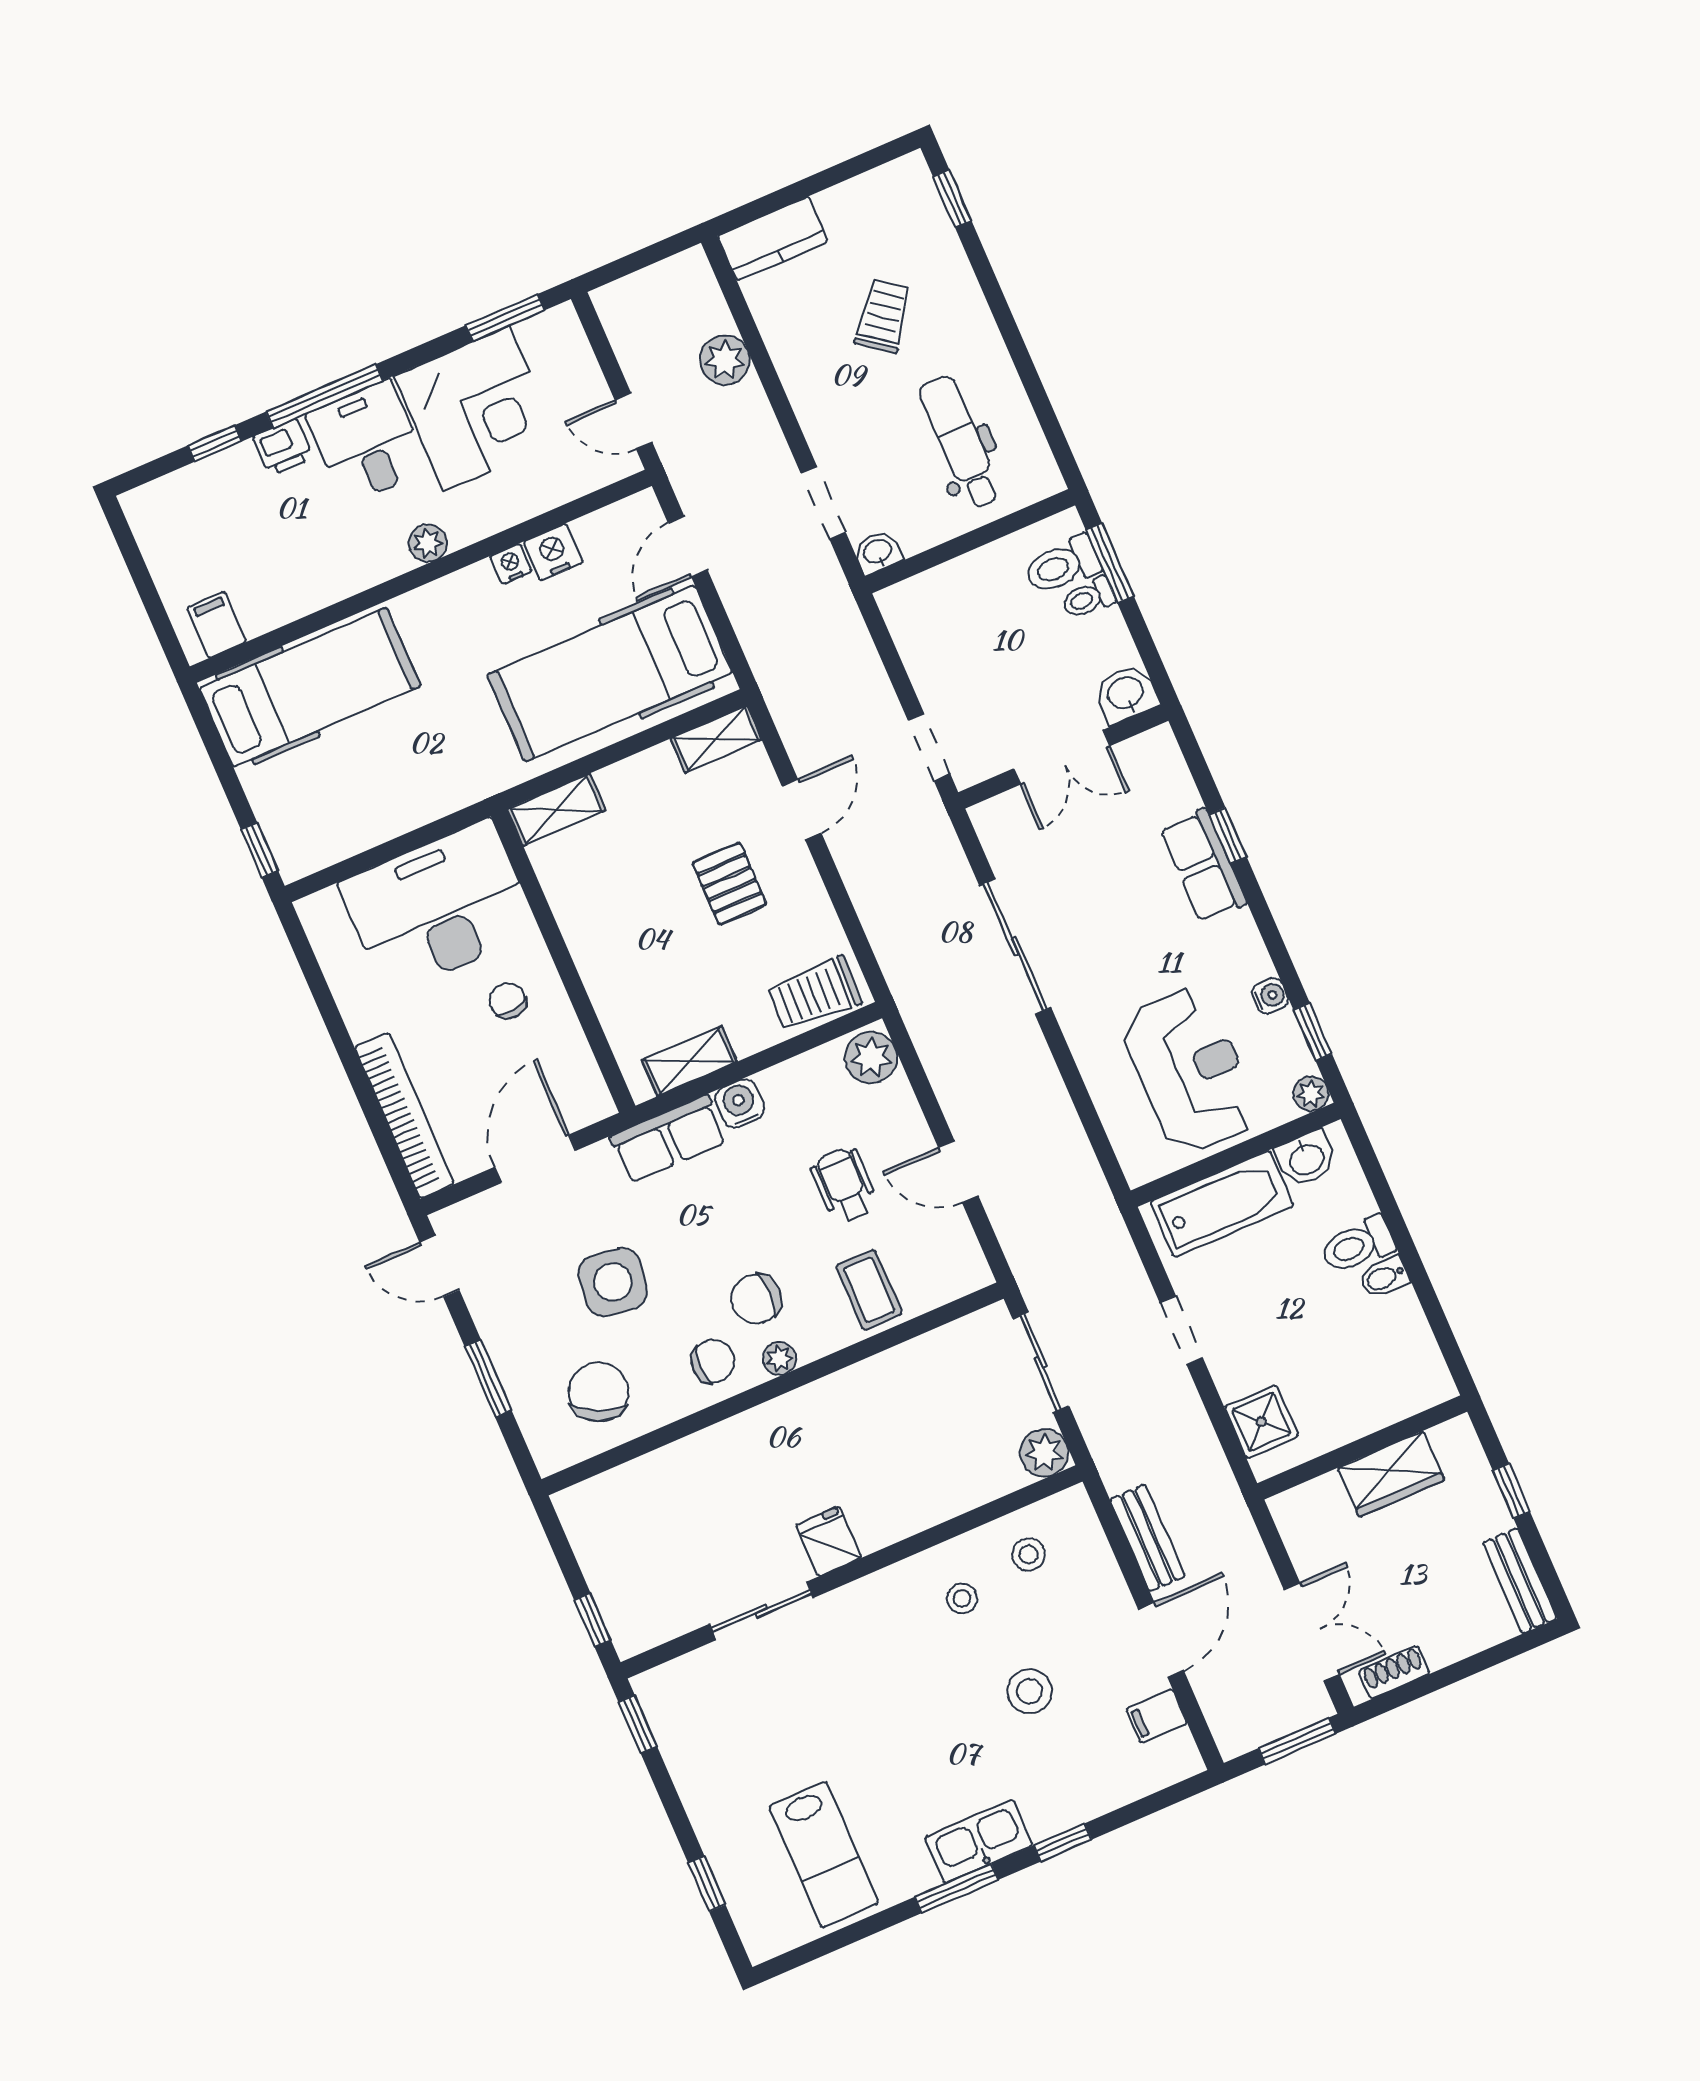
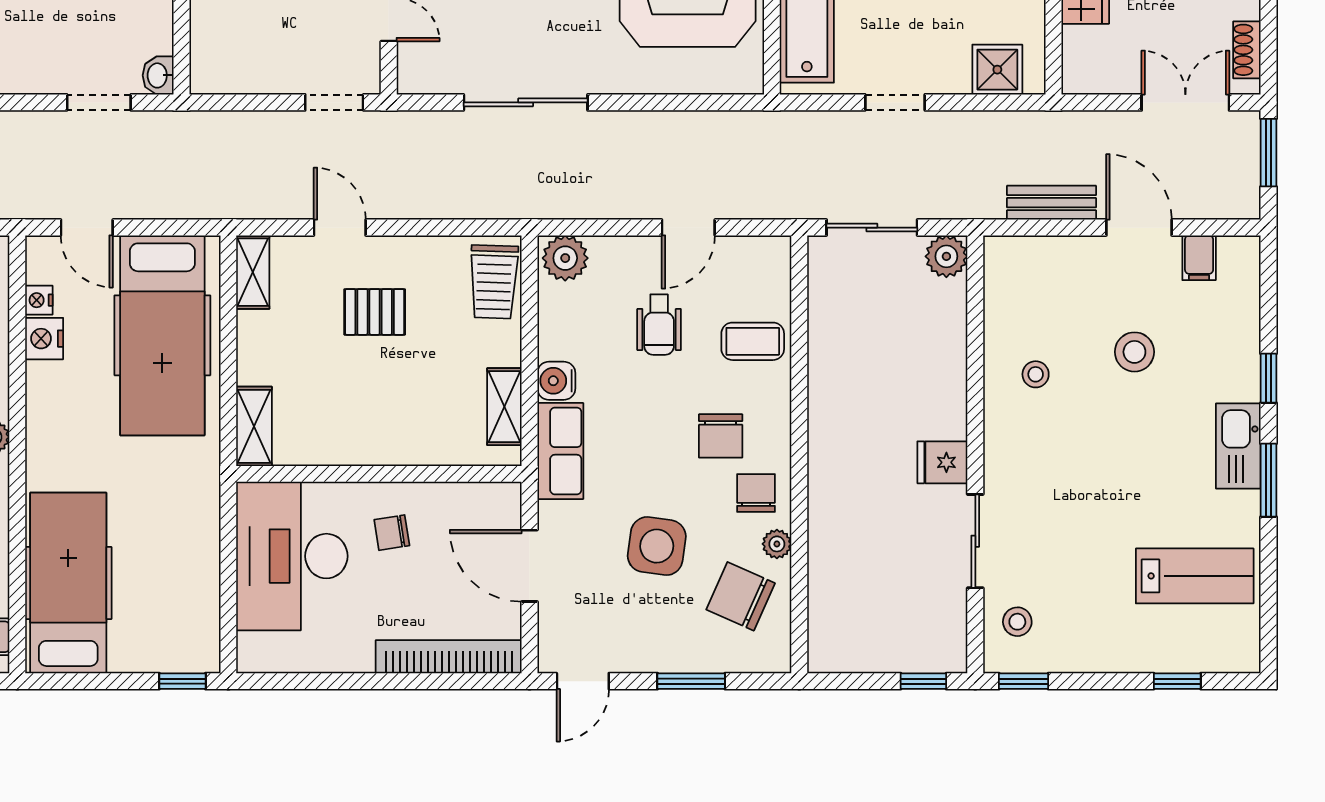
nightstand: (511, 564) -> (39, 300), moved
wheelchair: (844, 1185) -> (659, 325), turned -90
plant: (779, 1358) -> (777, 544), moved
stool: (1028, 1554) -> (1017, 622), moved

